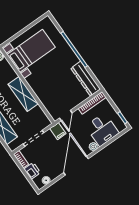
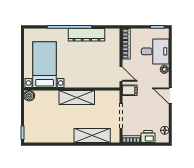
dresser: (86, 79) -> (86, 35), moved
door: (76, 166) -> (170, 96), width x0.53

